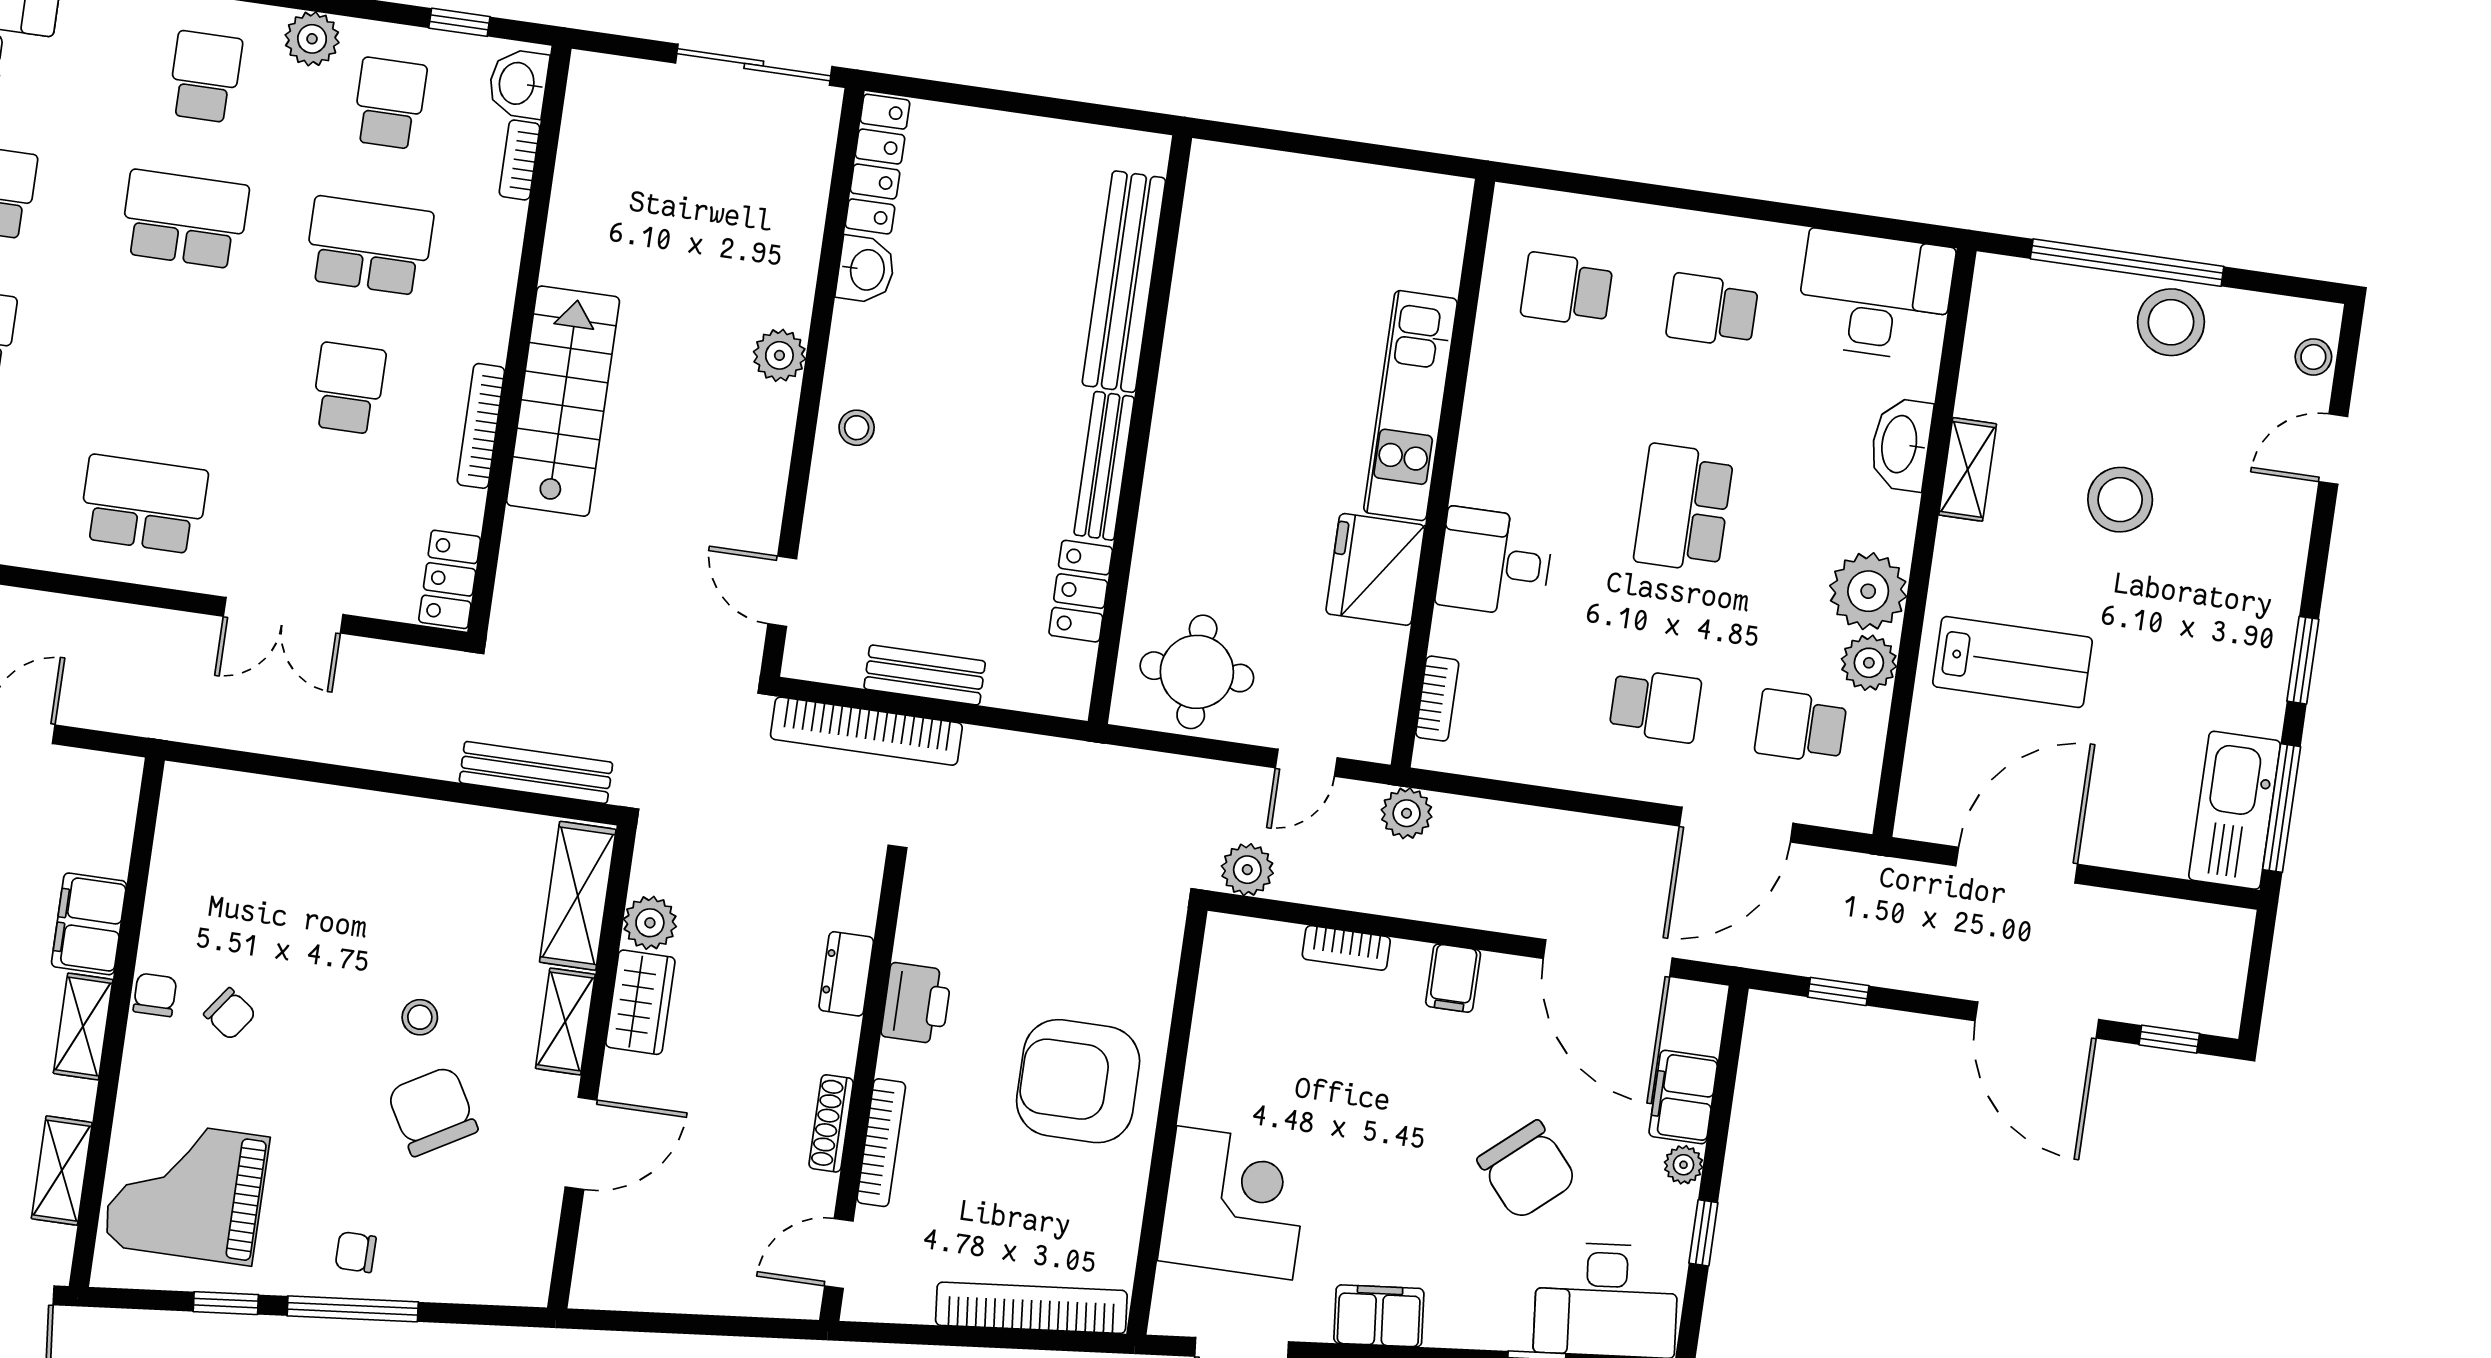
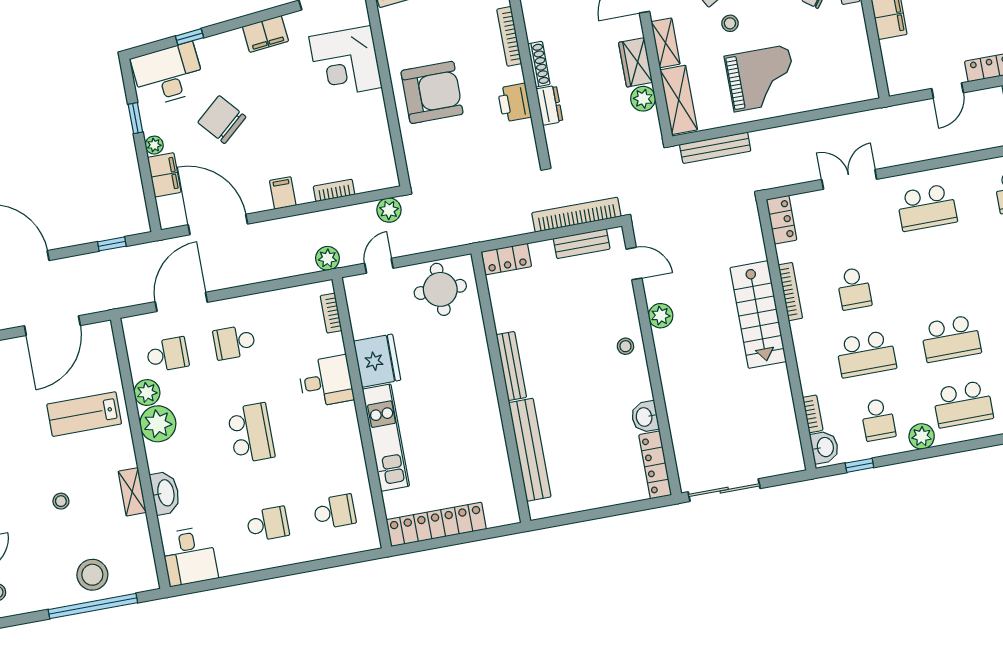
school desk: (205, 77) -> (963, 404), width x1.85
locker: (1367, 193) -> (436, 524), added
desk: (1875, 295) -> (189, 556), width x0.73
stool: (2171, 322) -> (92, 575), moved
plant: (779, 355) -> (661, 316), moved
stool: (2120, 500) -> (61, 501), width x0.53, depth x0.53
locker: (1081, 591) -> (506, 259), moved, turned 90
bench: (925, 675) -> (582, 244), moved
grand piano: (394, 883) -> (761, 78), added
shoe rack: (831, 1123) -> (539, 64), moved

